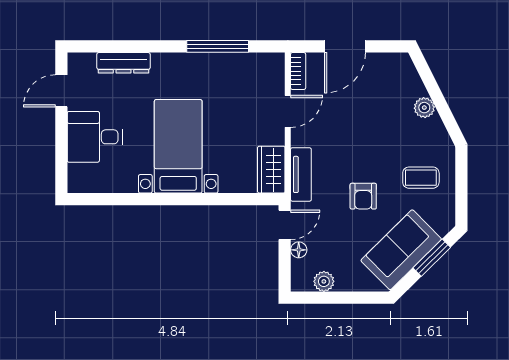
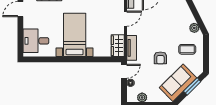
plant: (424, 108) -> (194, 28), moved
desk: (95, 137) -> (36, 41), moved

